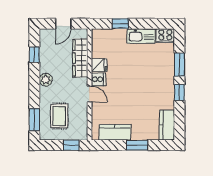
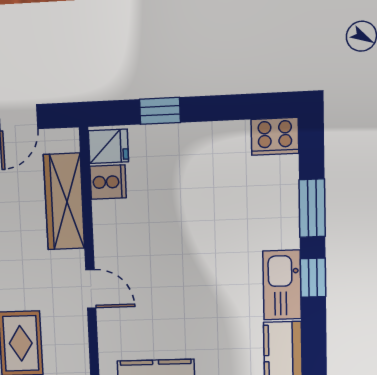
kitchen sink: (141, 36) -> (282, 285), moved, turned 90
fridge: (99, 65) -> (108, 146), moved
cooker: (98, 79) -> (108, 182), moved

